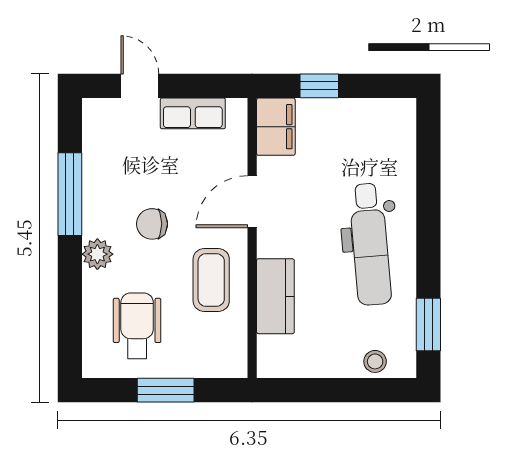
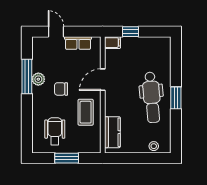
filing cabinet: (276, 127) -> (112, 43), width x0.50
plant: (97, 254) -> (38, 79), moved
kitchen counter: (275, 296) -> (112, 132), moved
window: (428, 324) -> (176, 98), moved

